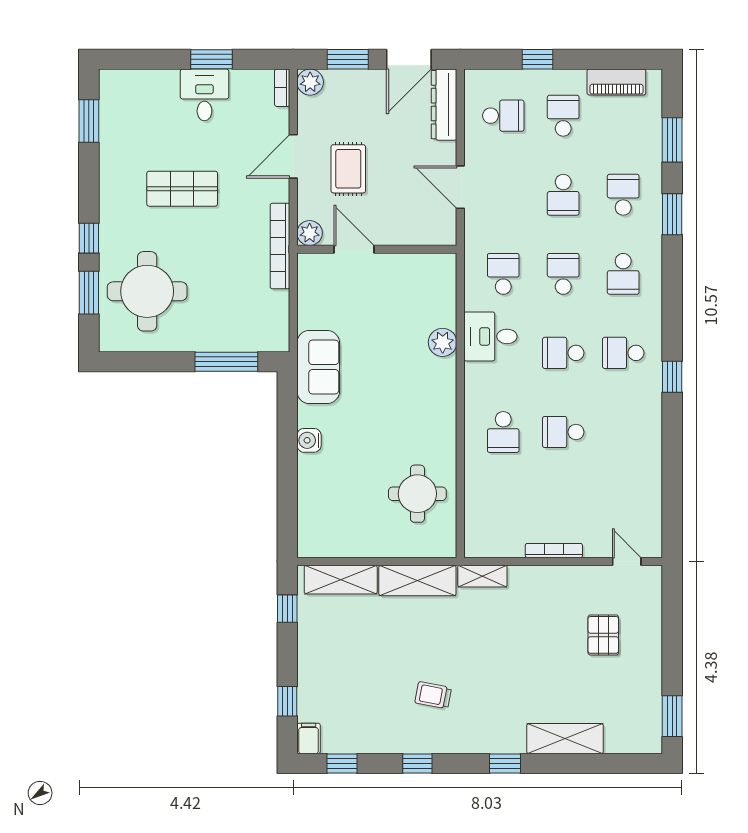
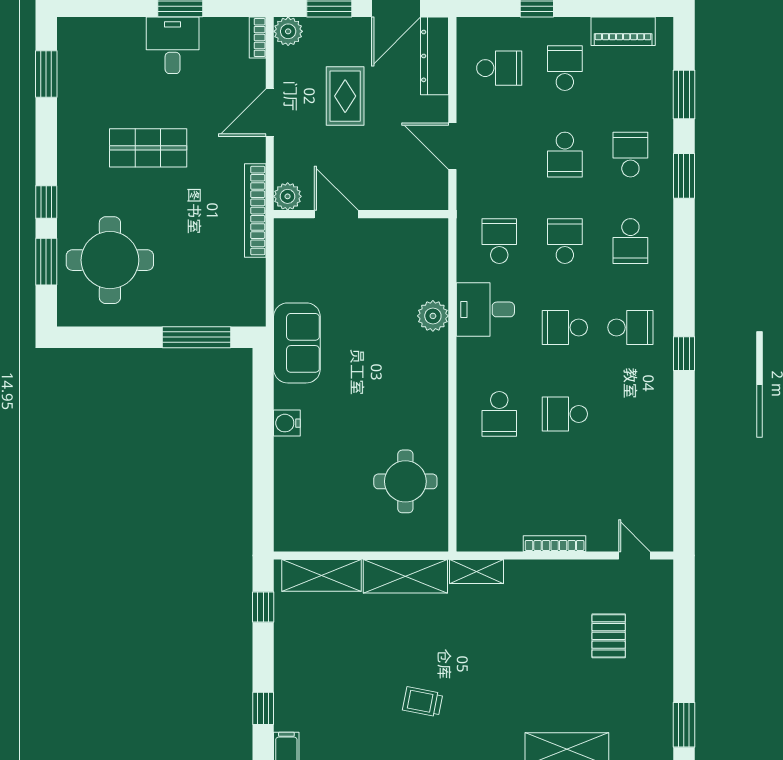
rug: (348, 169) -> (345, 96), moved
school desk: (623, 353) -> (630, 327), turned 180

